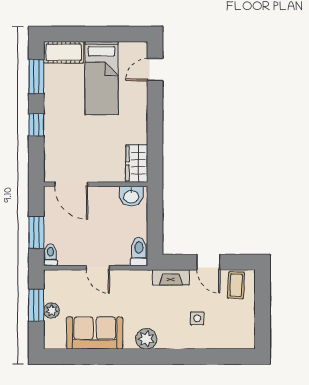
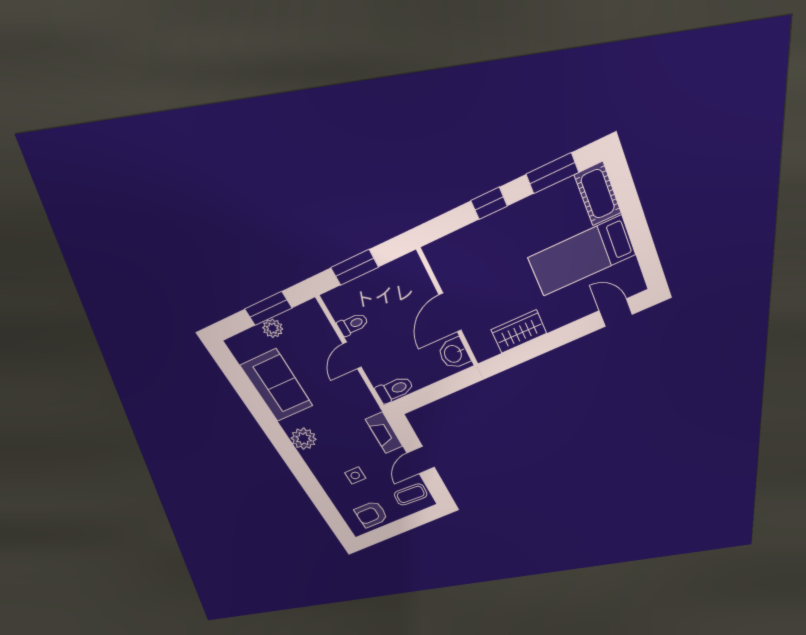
wardrobe: (137, 163) -> (519, 332), moved
door: (71, 184) -> (450, 313), moved
toilet: (51, 255) -> (353, 324), moved
armchair: (239, 325) -> (371, 514), added

